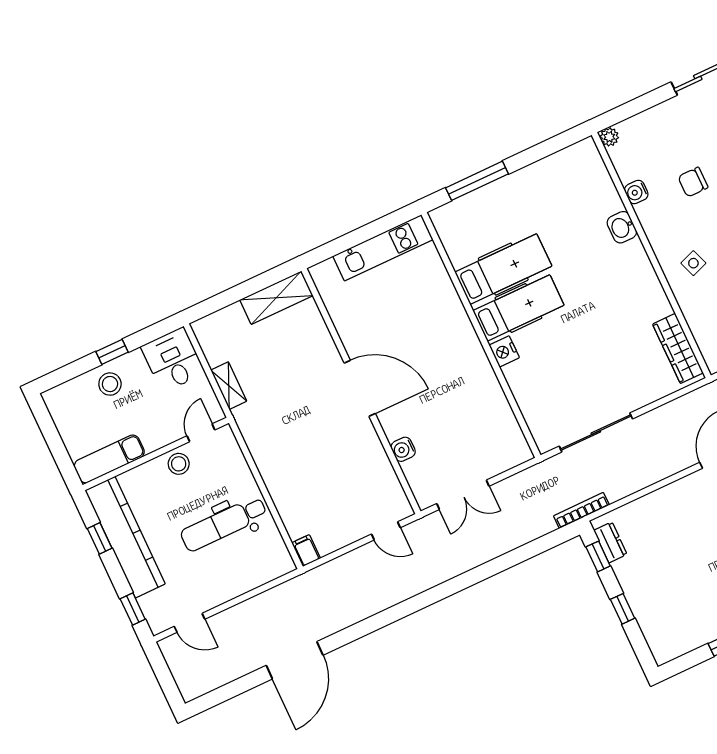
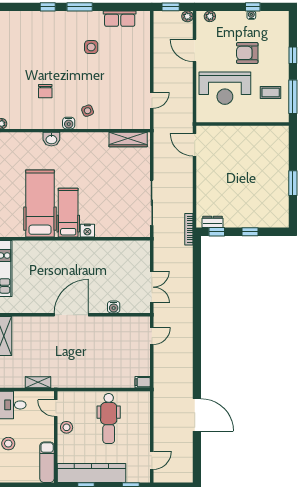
water cooler: (636, 192) -> (69, 123), moved
hospital bed: (503, 269) -> (40, 203), width x1.37, depth x1.29

